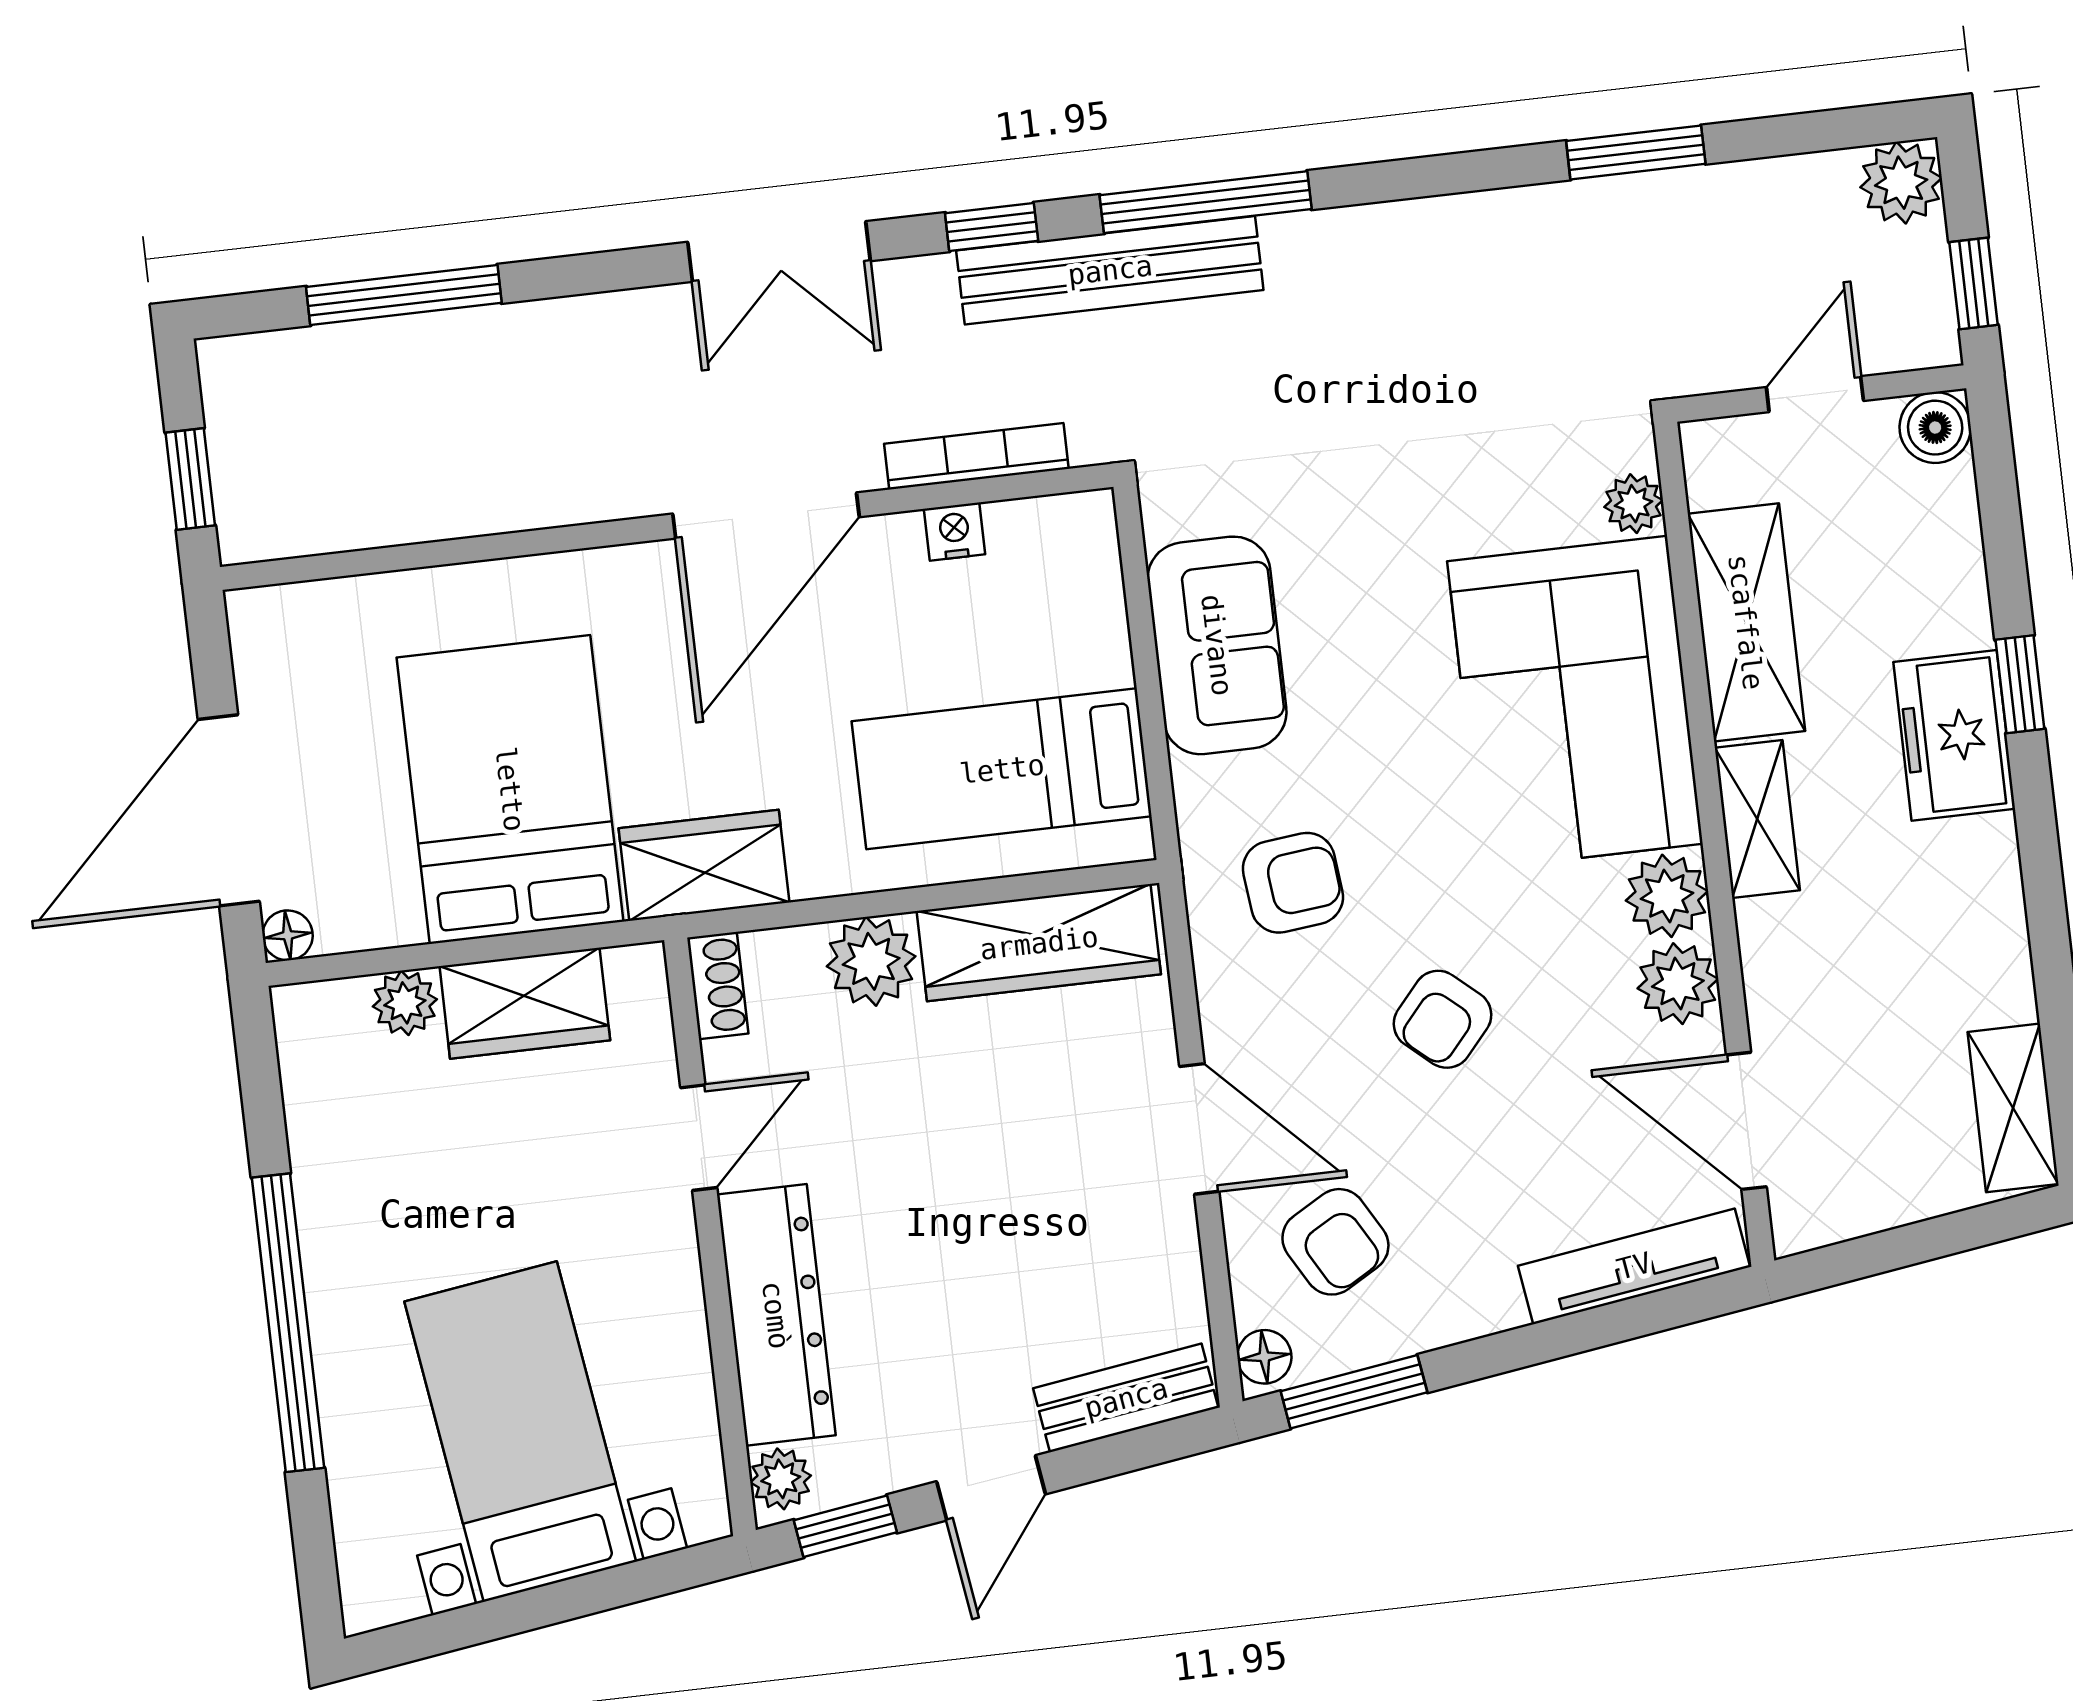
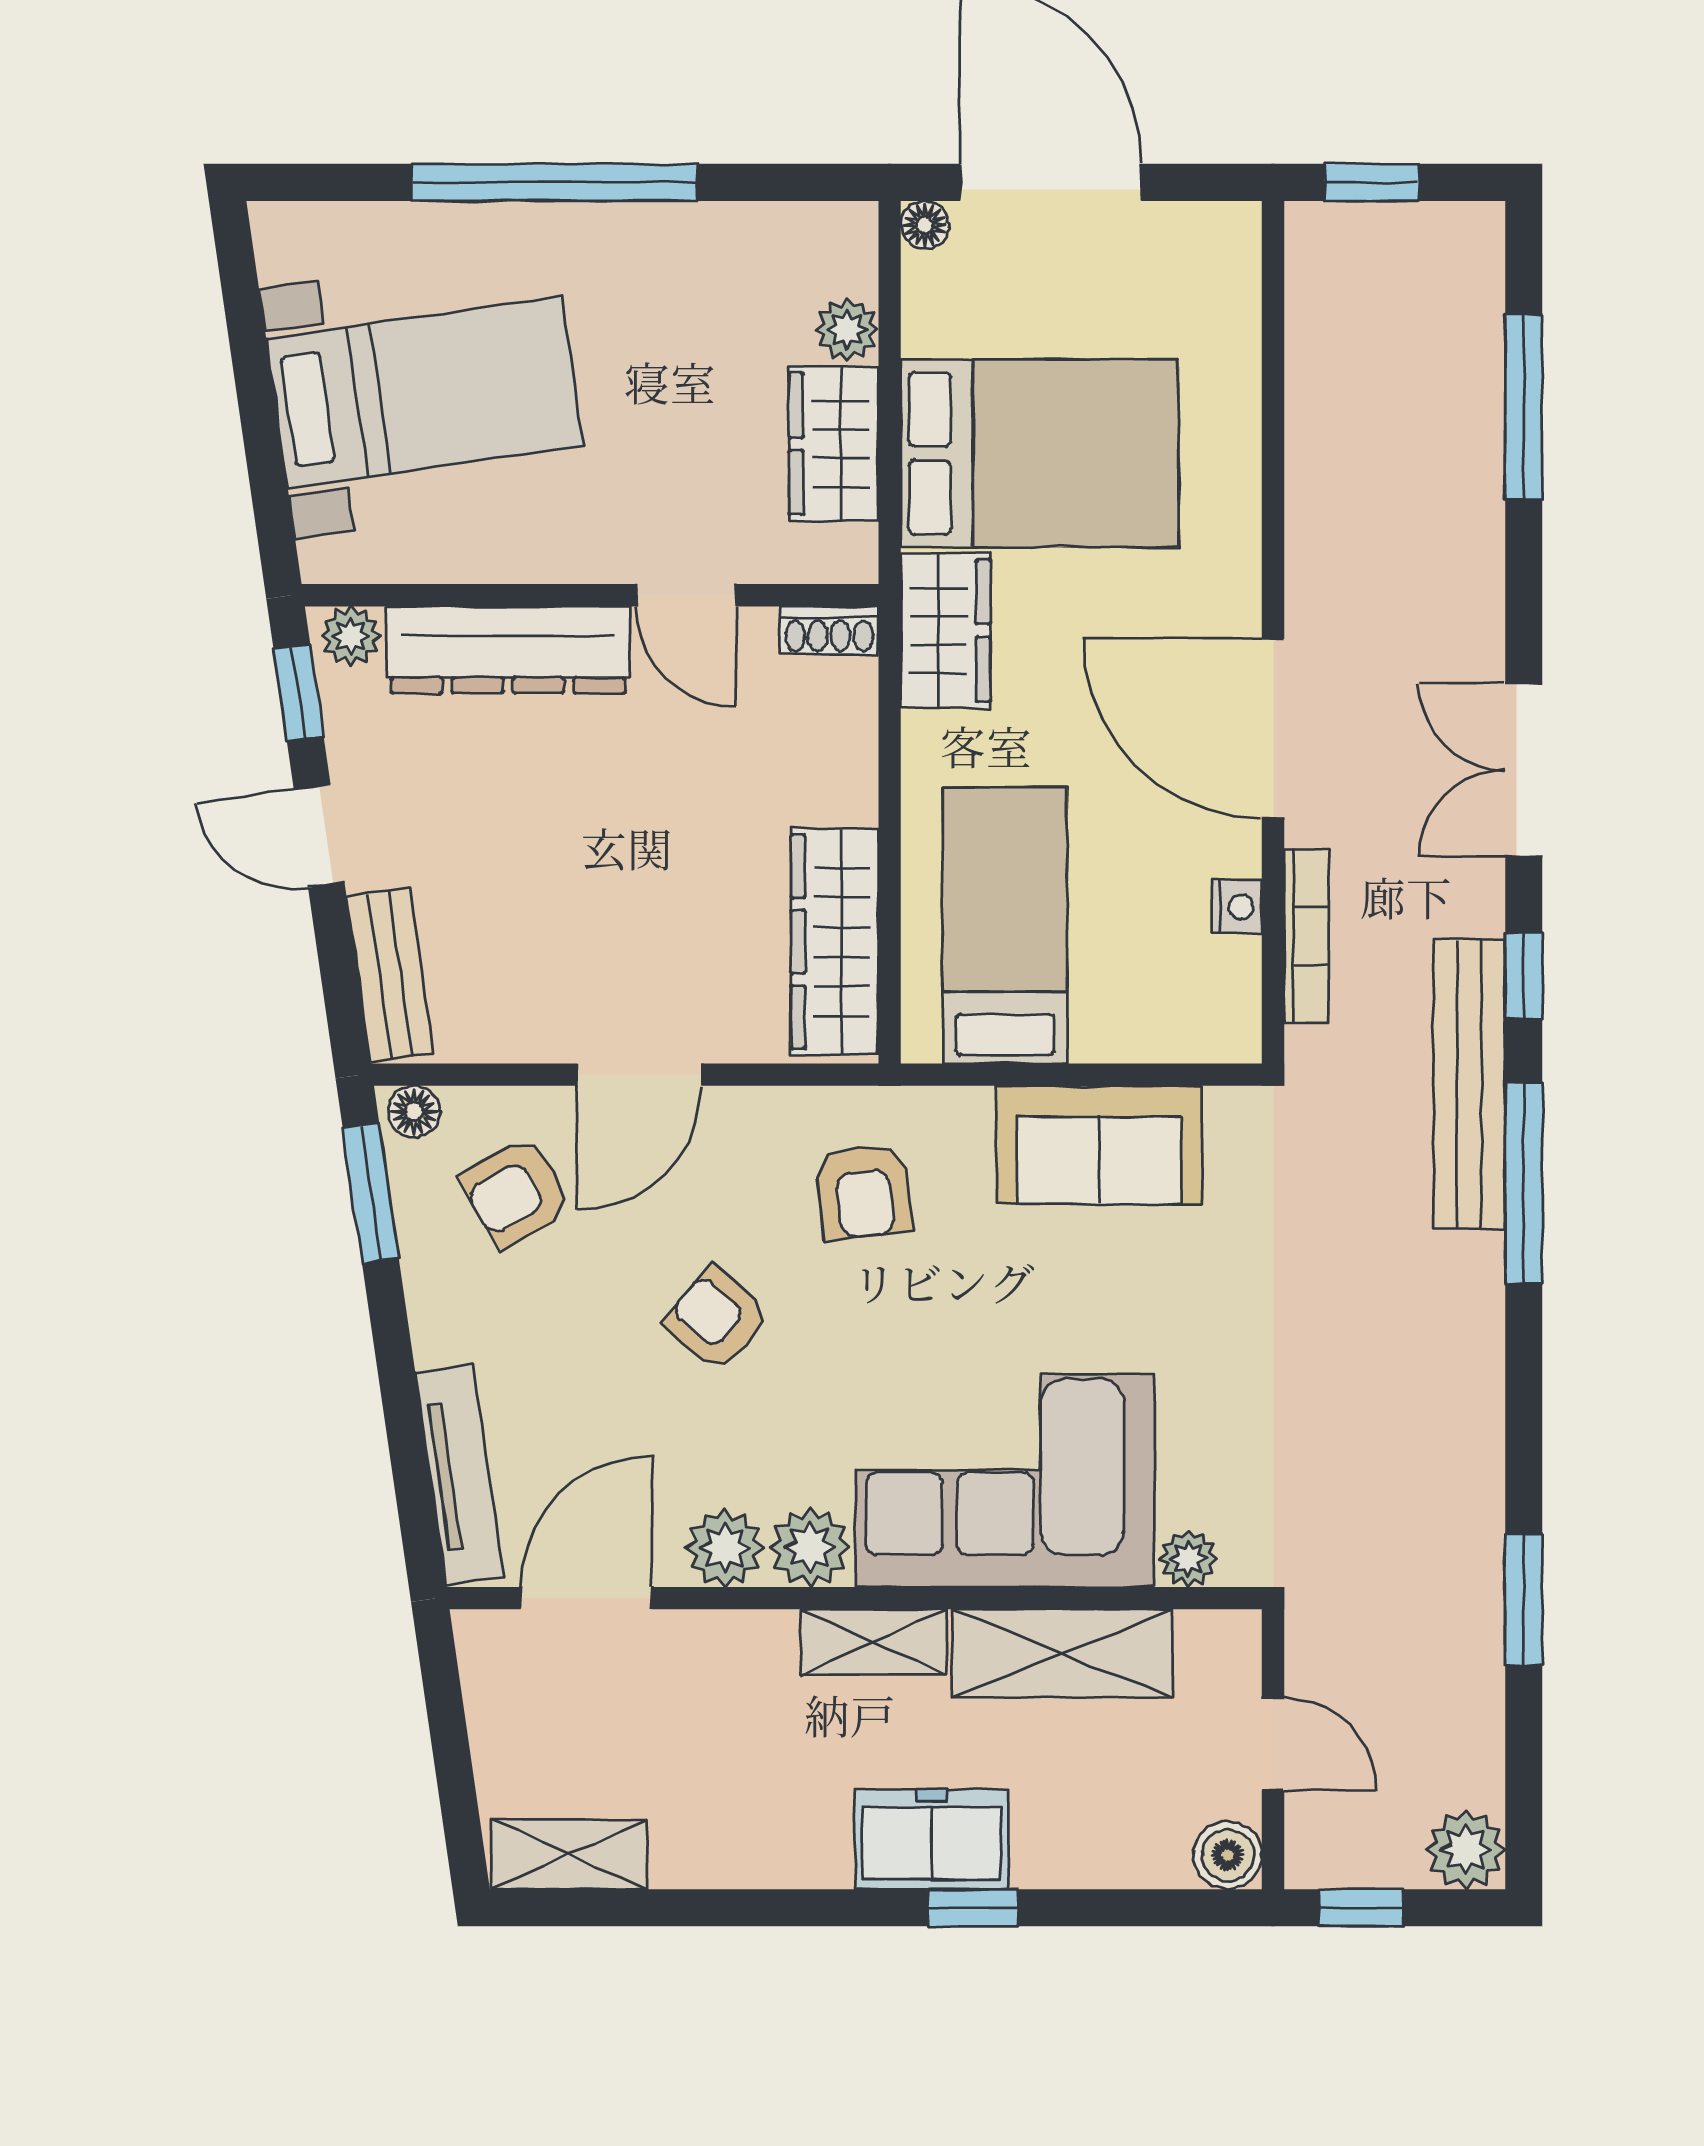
plant: (871, 961) -> (835, 780), removed

